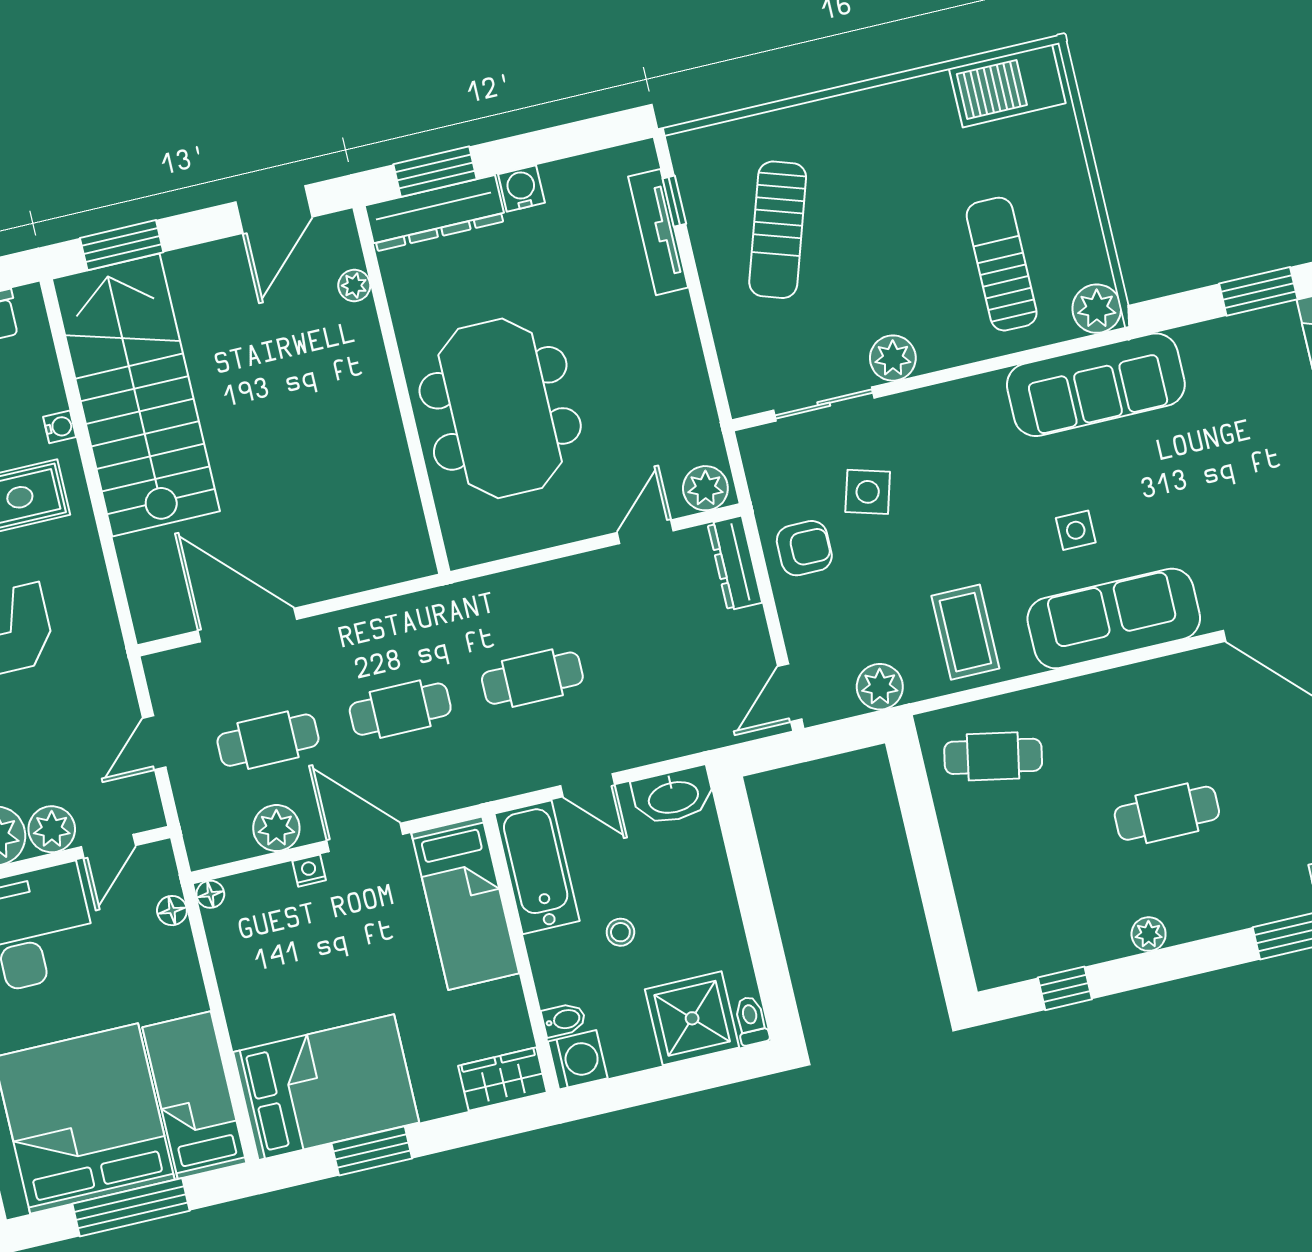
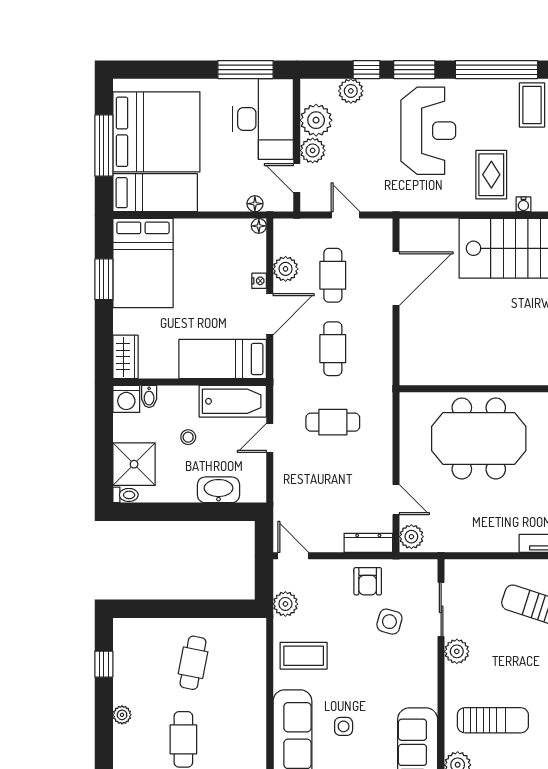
cafe table: (532, 678) -> (333, 422), turned 90
cafe table: (993, 756) -> (193, 663), moved
washbasin: (673, 796) -> (219, 490), moved, turned 90

